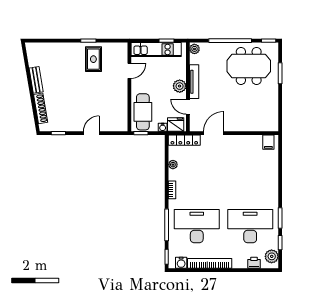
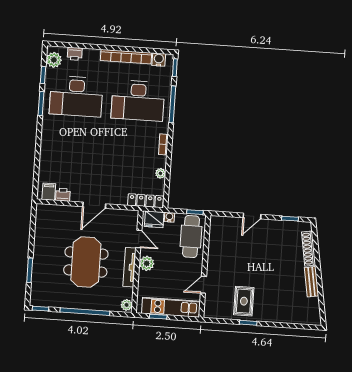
meeting table: (249, 66) -> (86, 262), moved, turned 90
door: (214, 133) -> (94, 205), moved
printer: (256, 140) -> (63, 195), added

